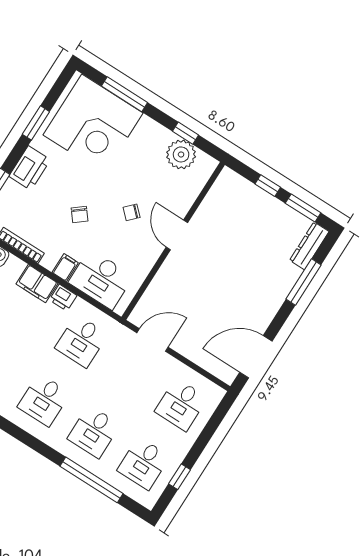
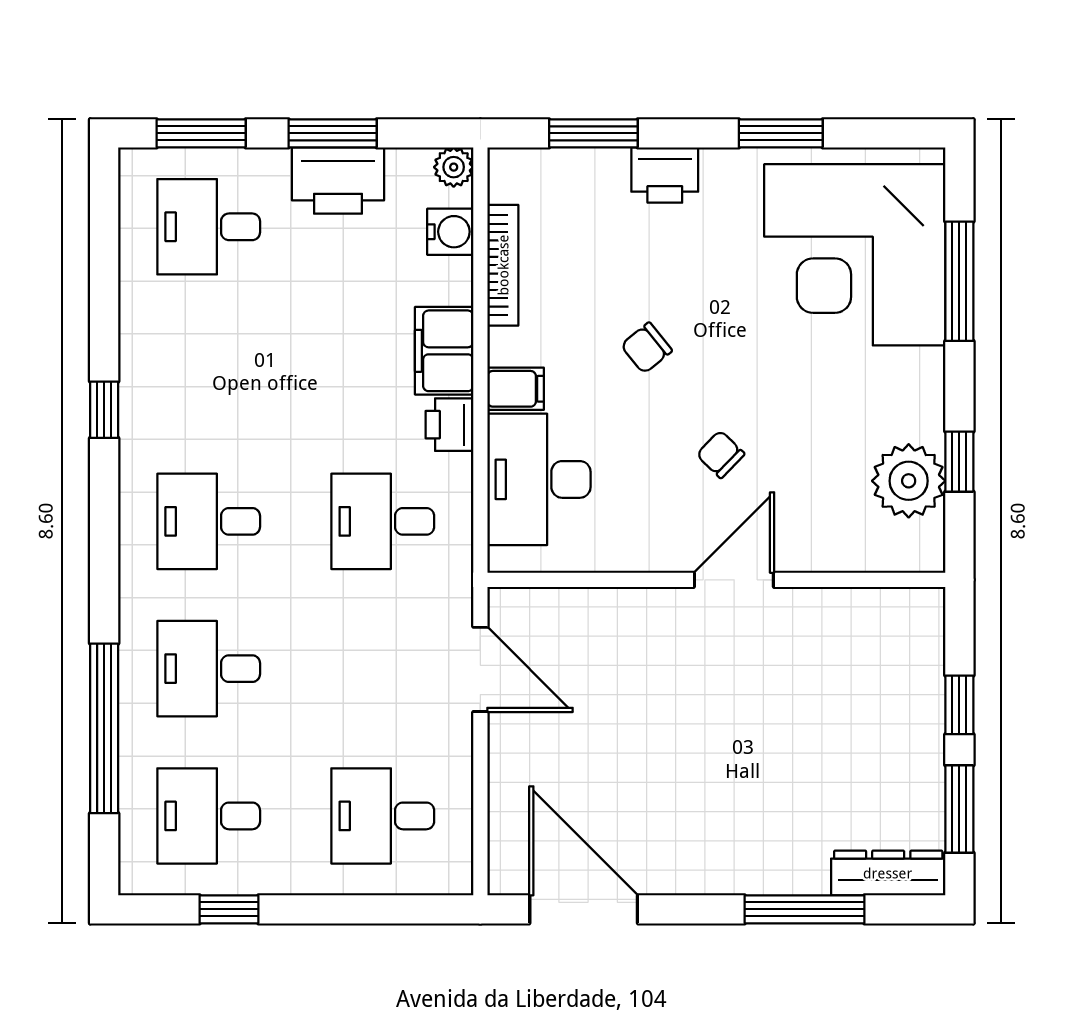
printer: (30, 168) -> (665, 175), width x0.73, depth x0.84

